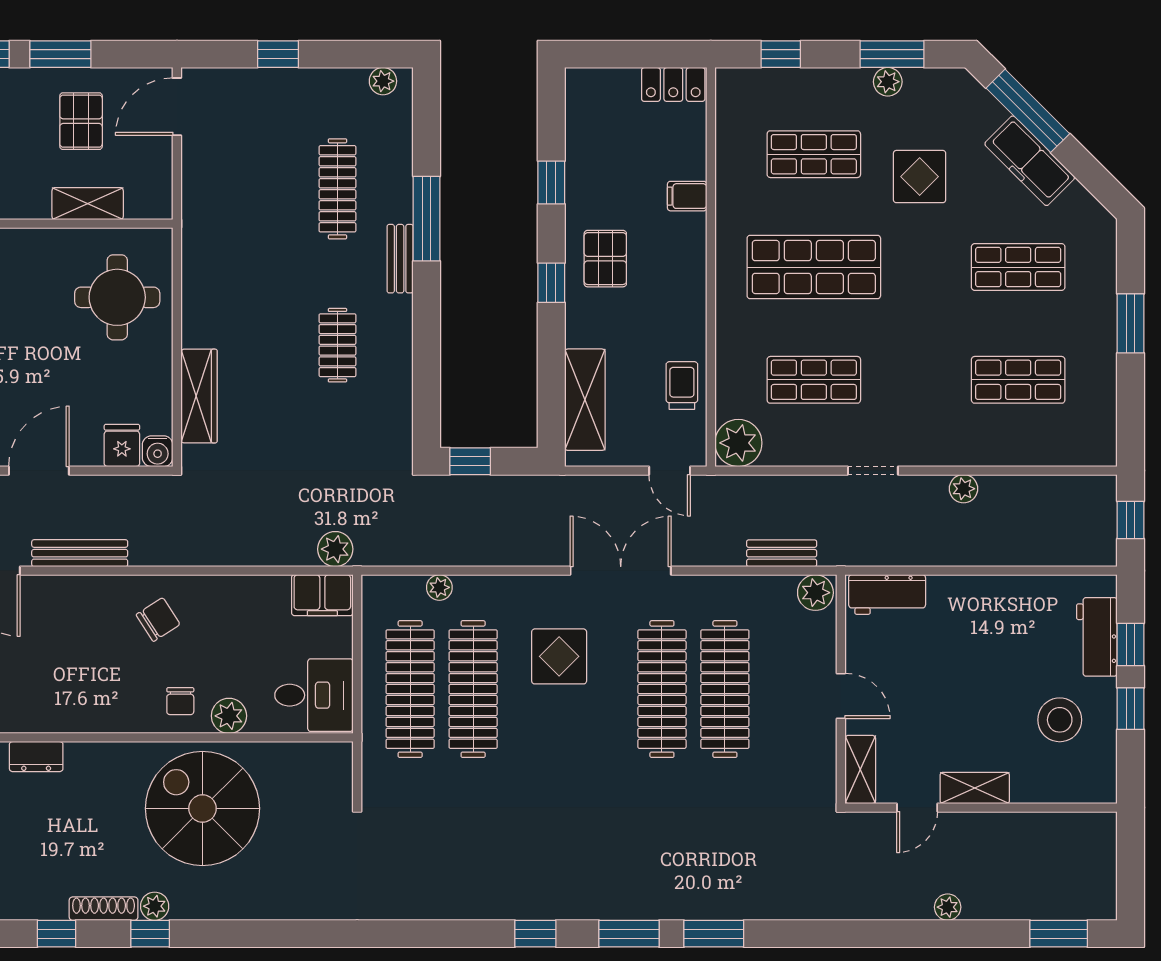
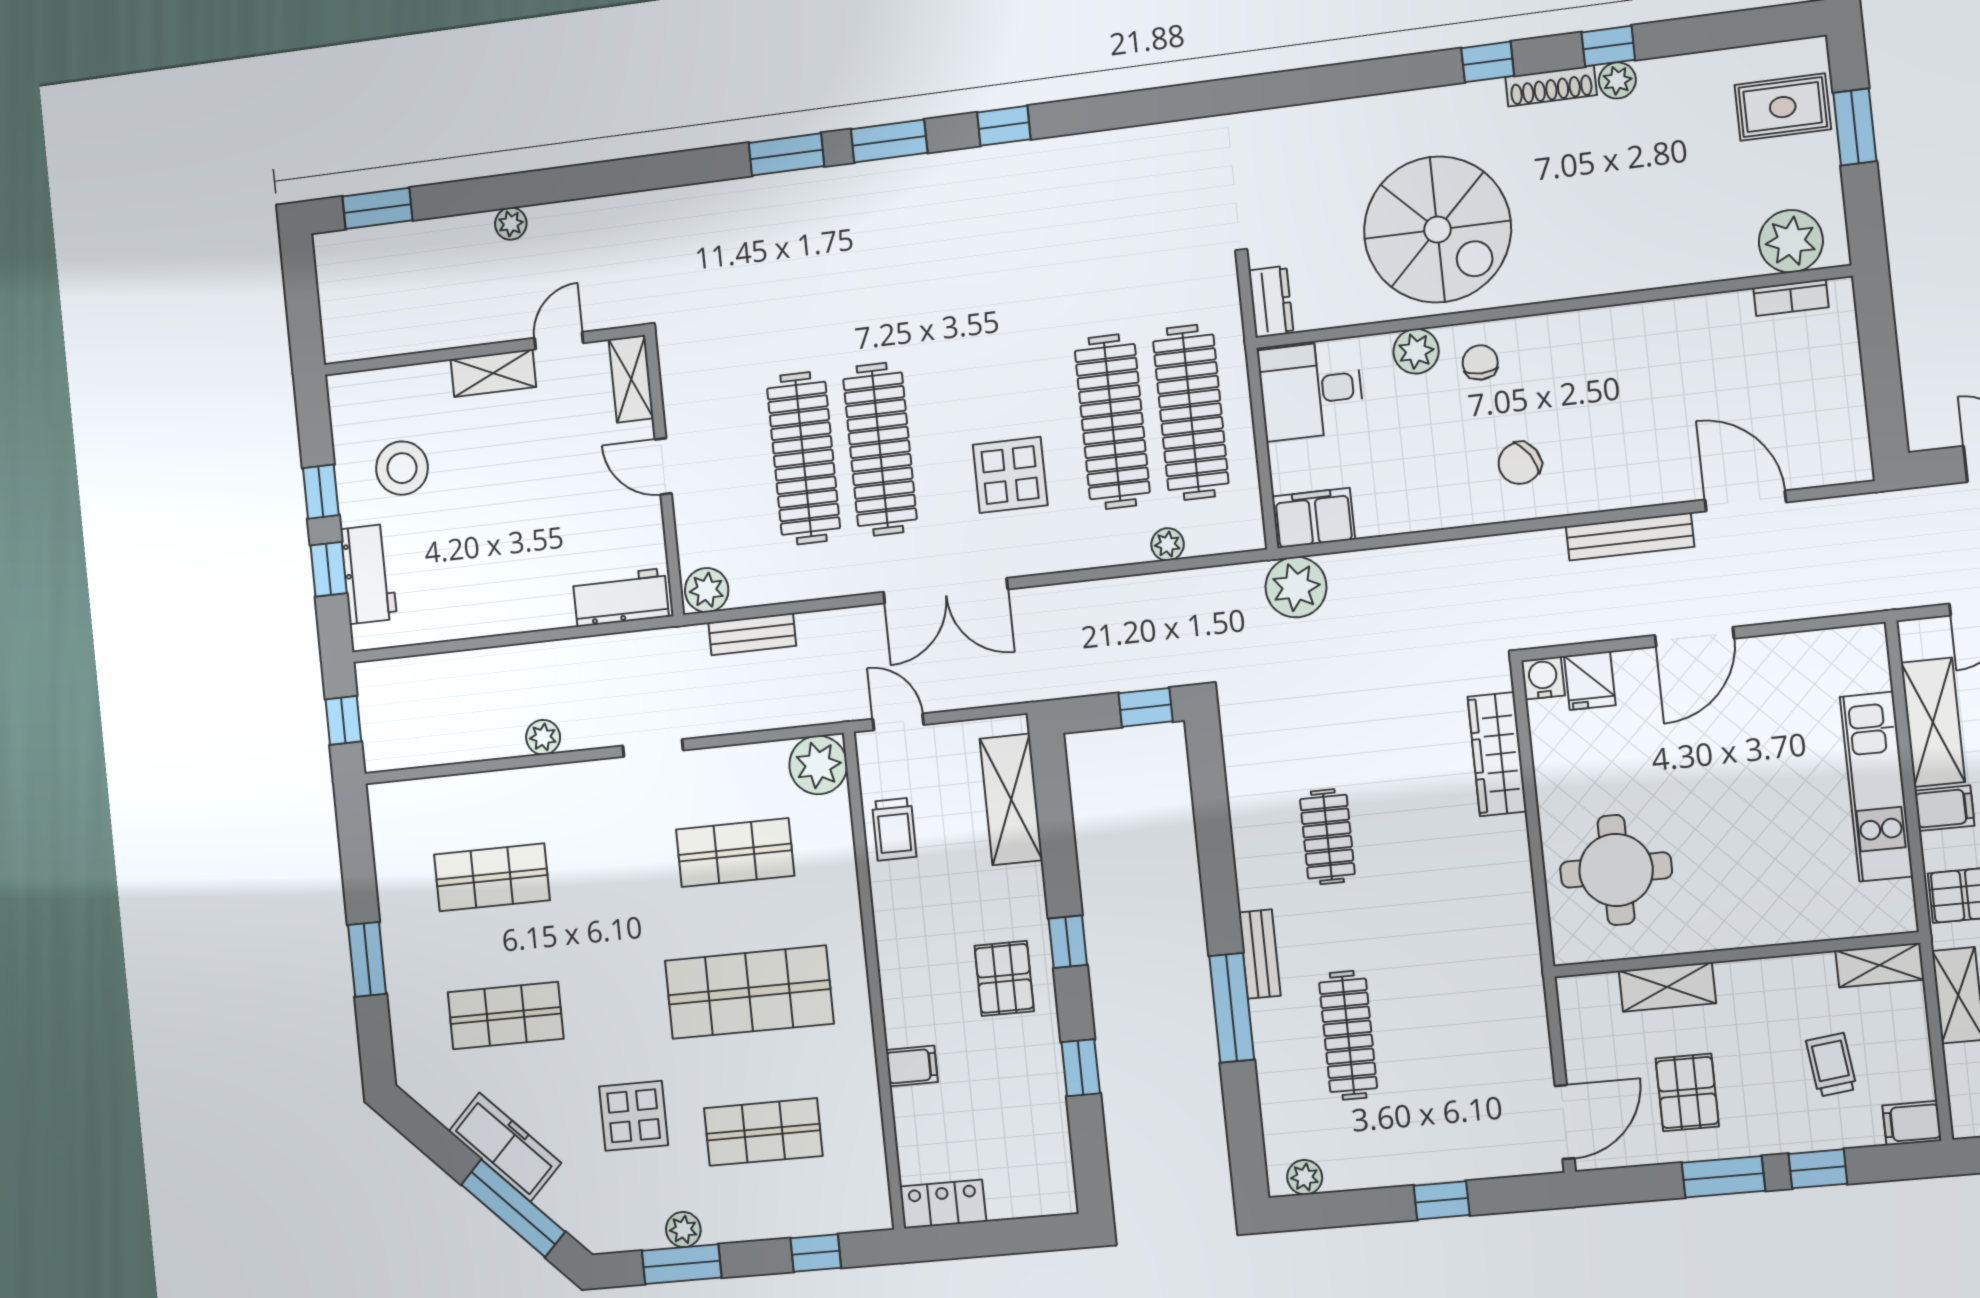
plant: (335, 549) -> (1296, 587), width x1.36, depth x1.36
dresser: (36, 757) -> (1271, 302), moved, turned 90
plant: (155, 906) -> (1617, 80), moved

